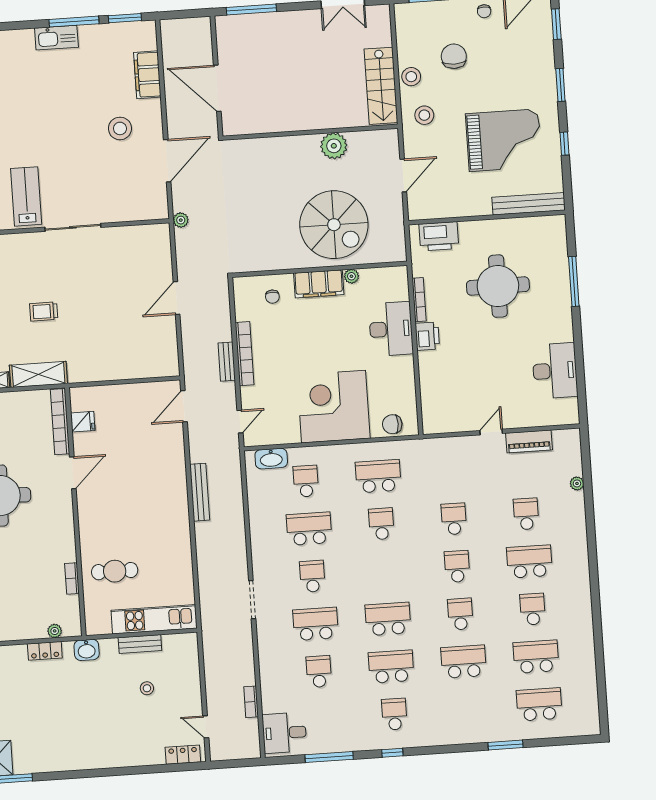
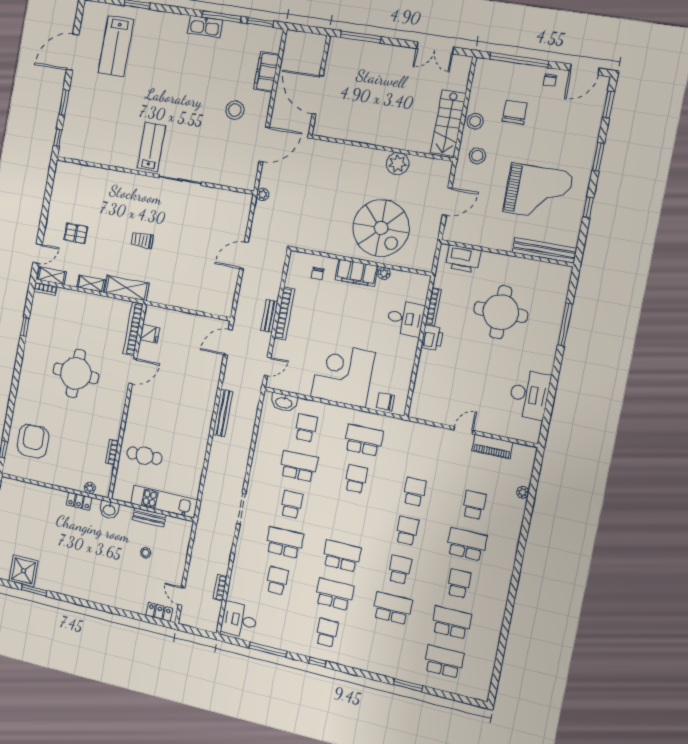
desk: (391, 329) -> (406, 318), width x0.73

